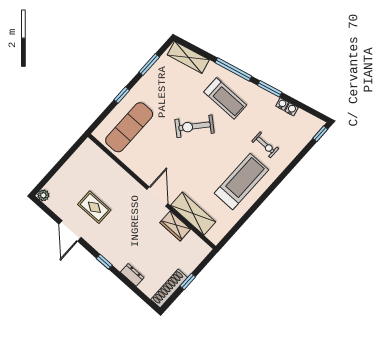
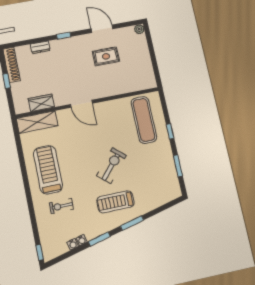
shelving: (188, 57) -> (164, 197), removed
window: (233, 69) -> (132, 223), width x0.69
treadmill: (241, 181) -> (48, 170), turned 180
shelving: (193, 214) -> (37, 122), moved
wardrobe: (175, 226) -> (41, 103), moved

